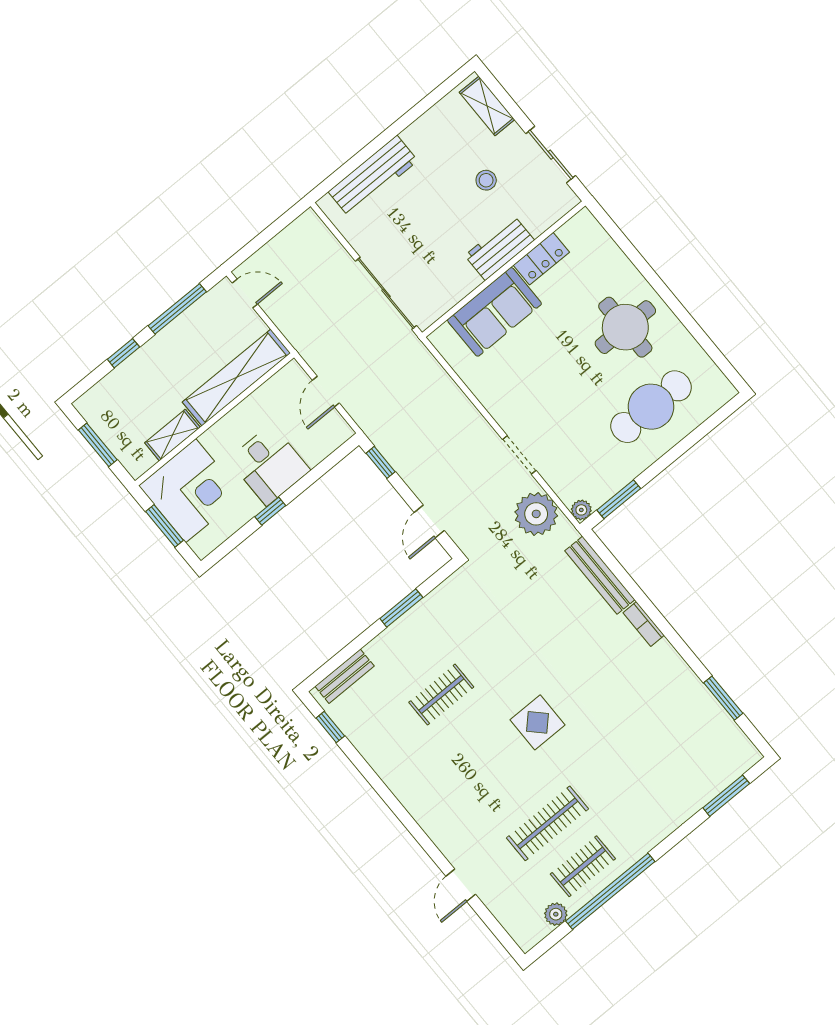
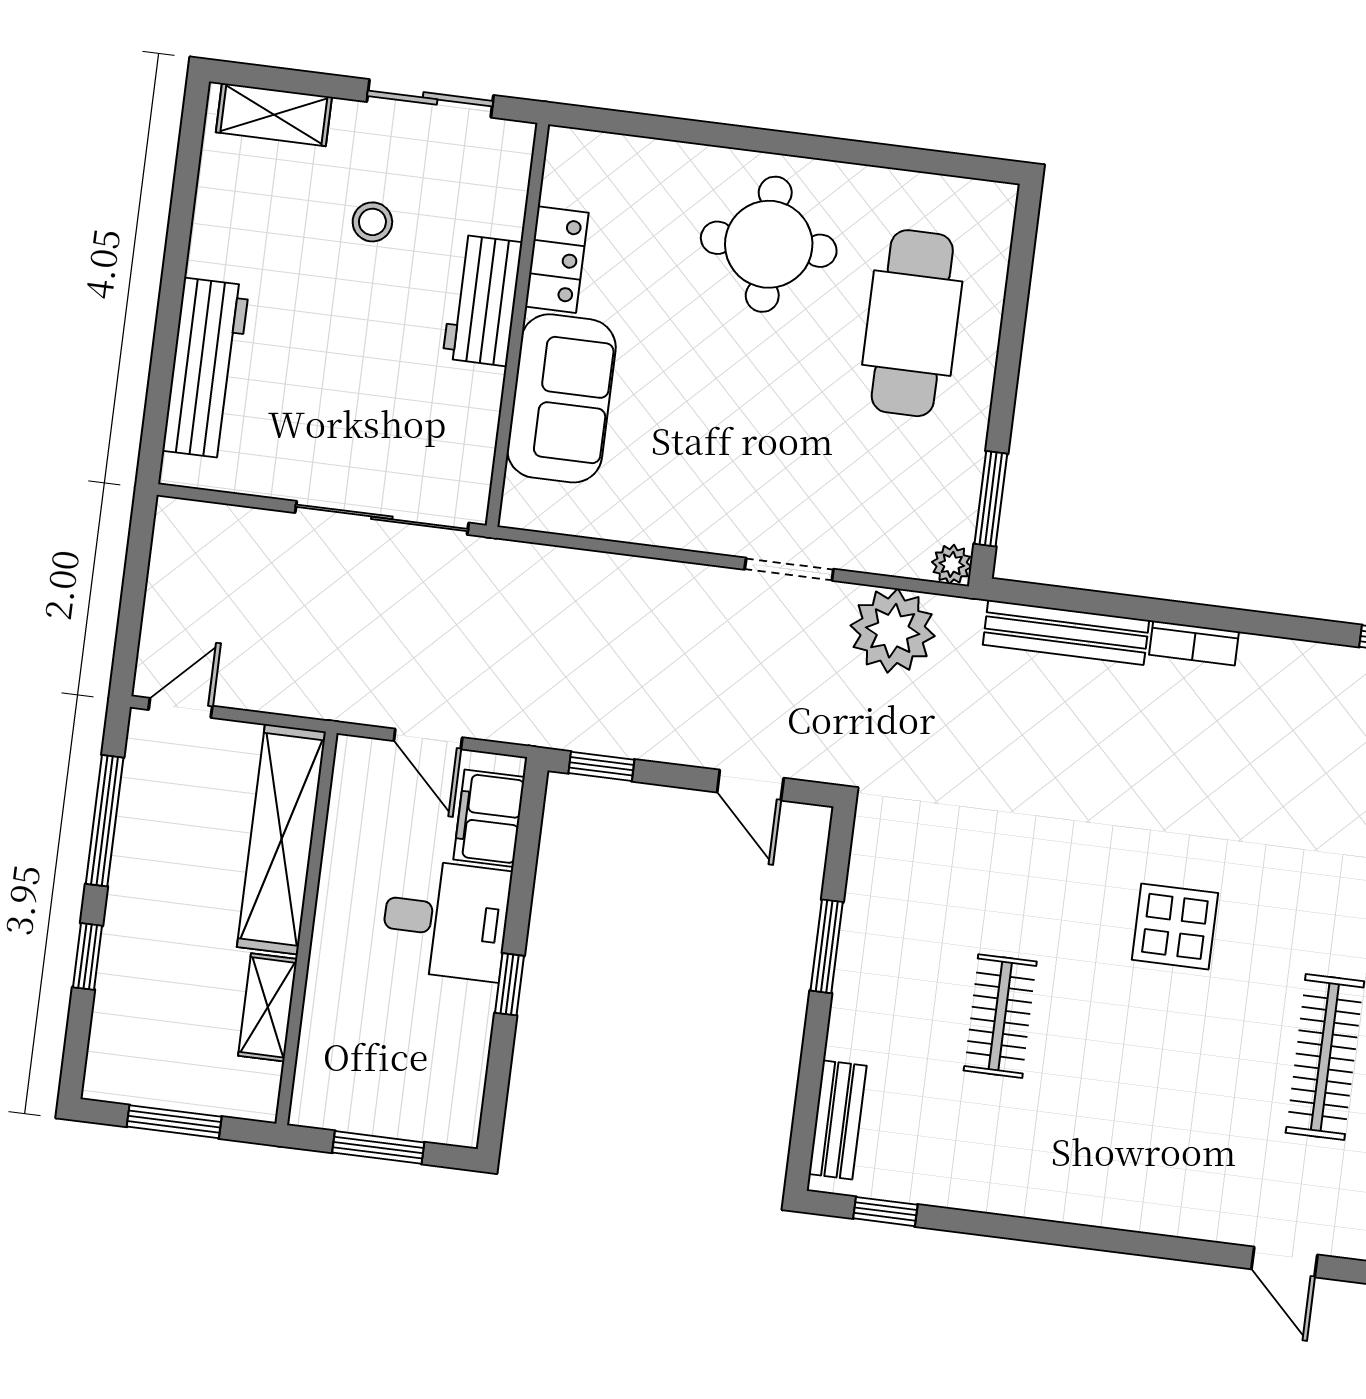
filing cabinet: (321, 442) -> (489, 818), added
corner desk: (191, 491) -> (368, 1062), removed

